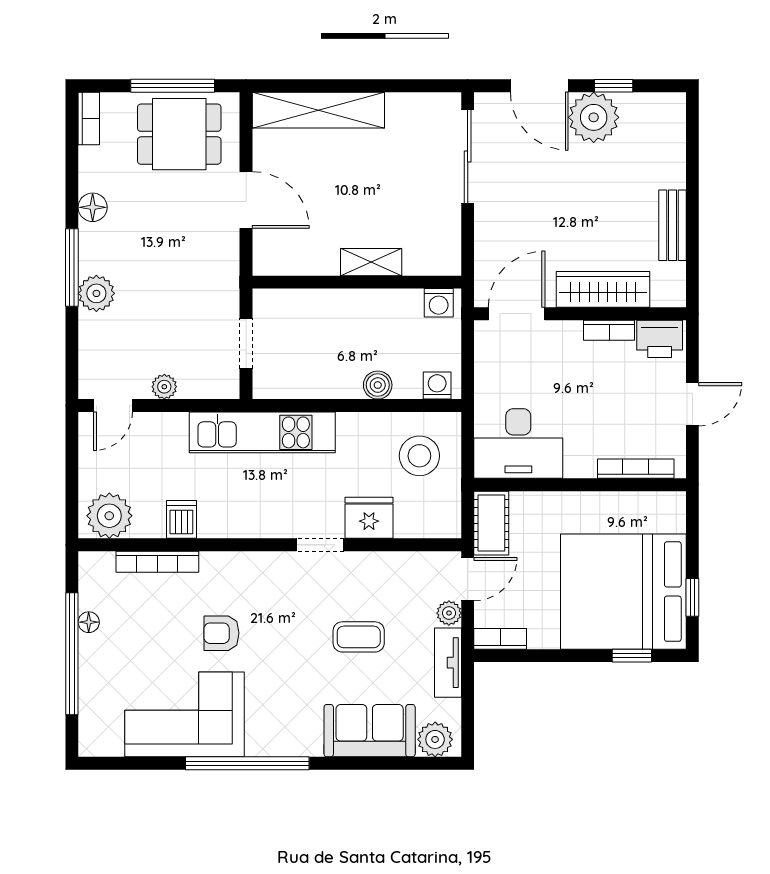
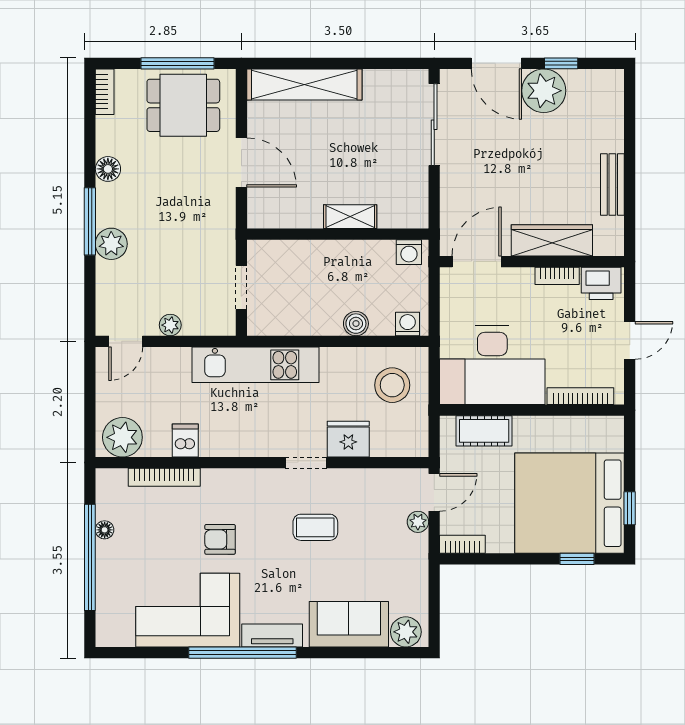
desk: (518, 443) -> (492, 365), width x1.36, depth x1.30
cot: (491, 523) -> (484, 431), moved, turned 90
coffee table: (359, 637) -> (315, 527), moved
tv unit: (448, 663) -> (272, 635), moved, turned 90

